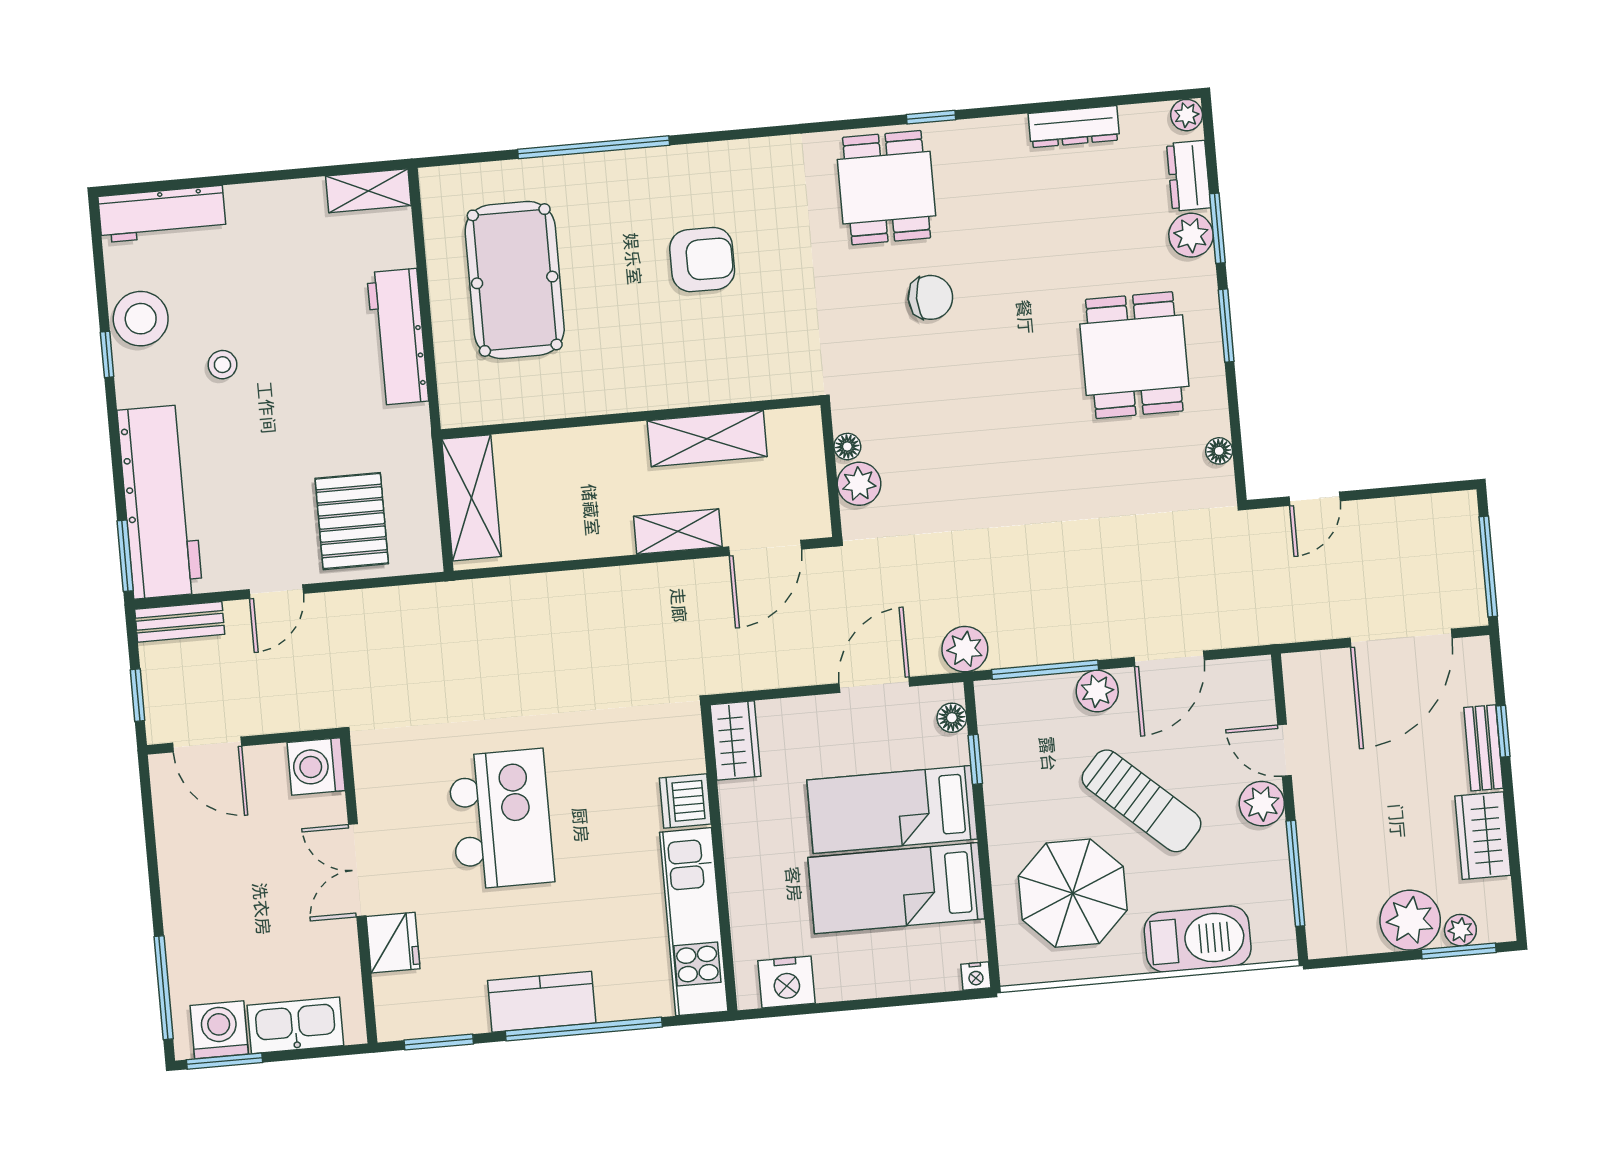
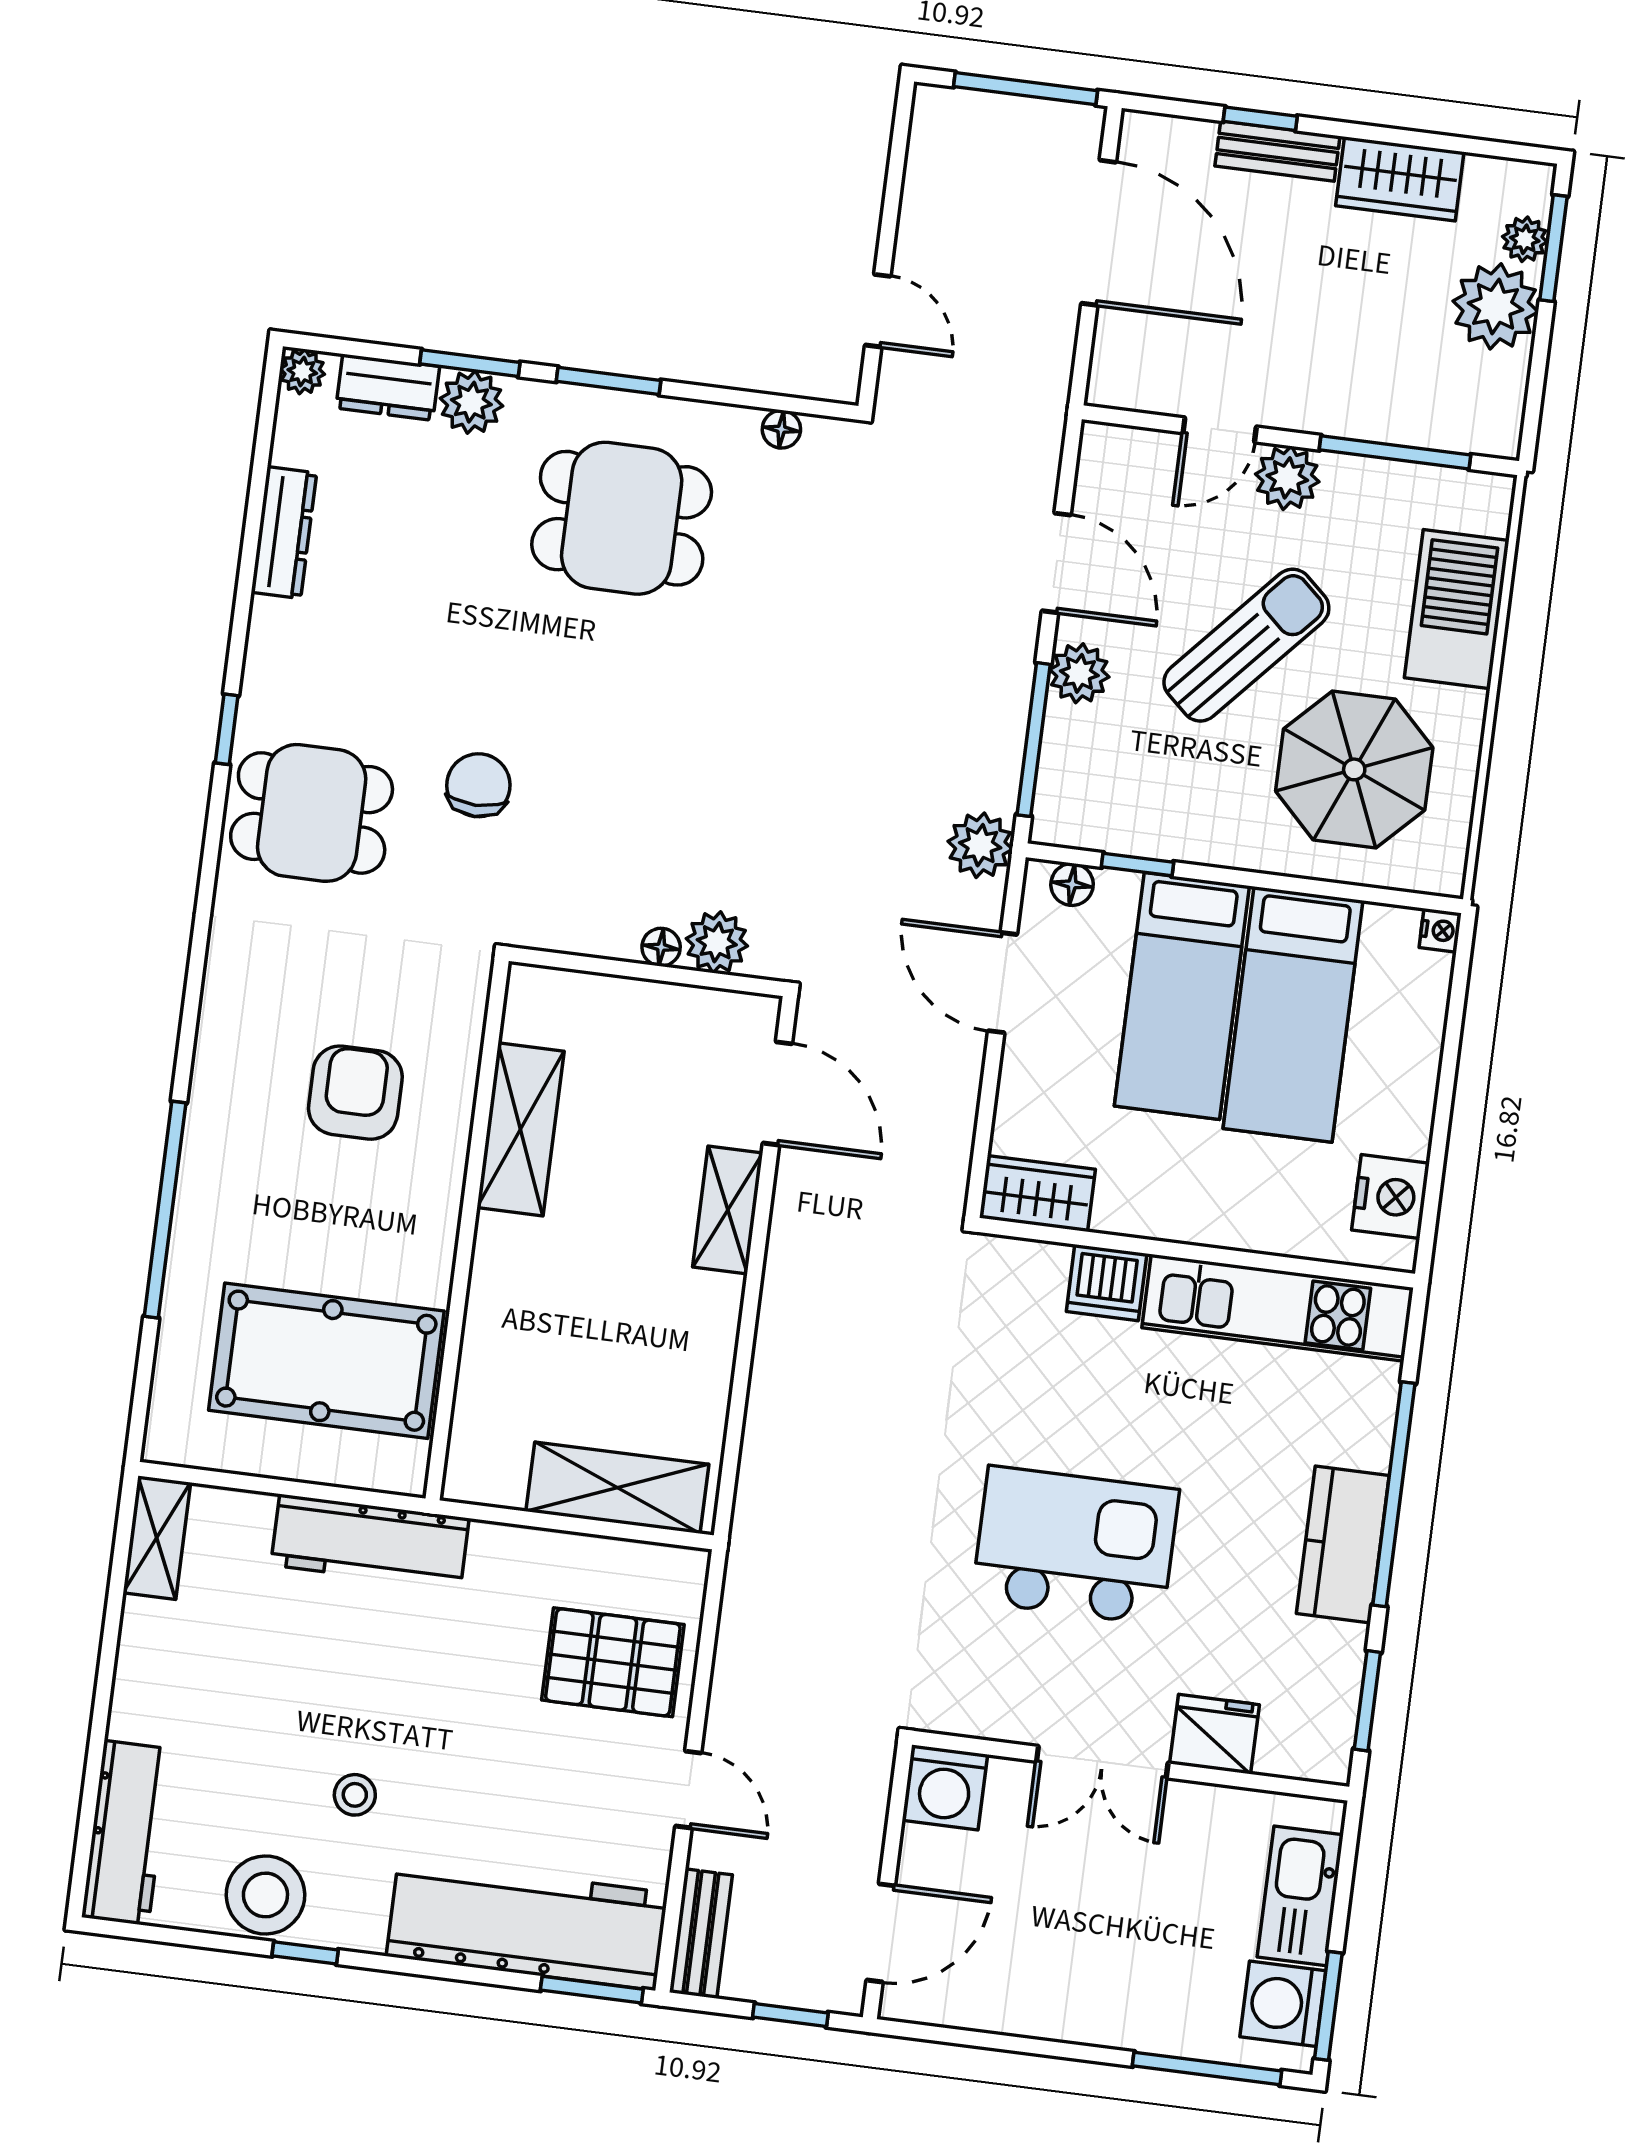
wall: (631, 417) -> (467, 1230), moved
shelving: (707, 439) -> (521, 1129), moved

